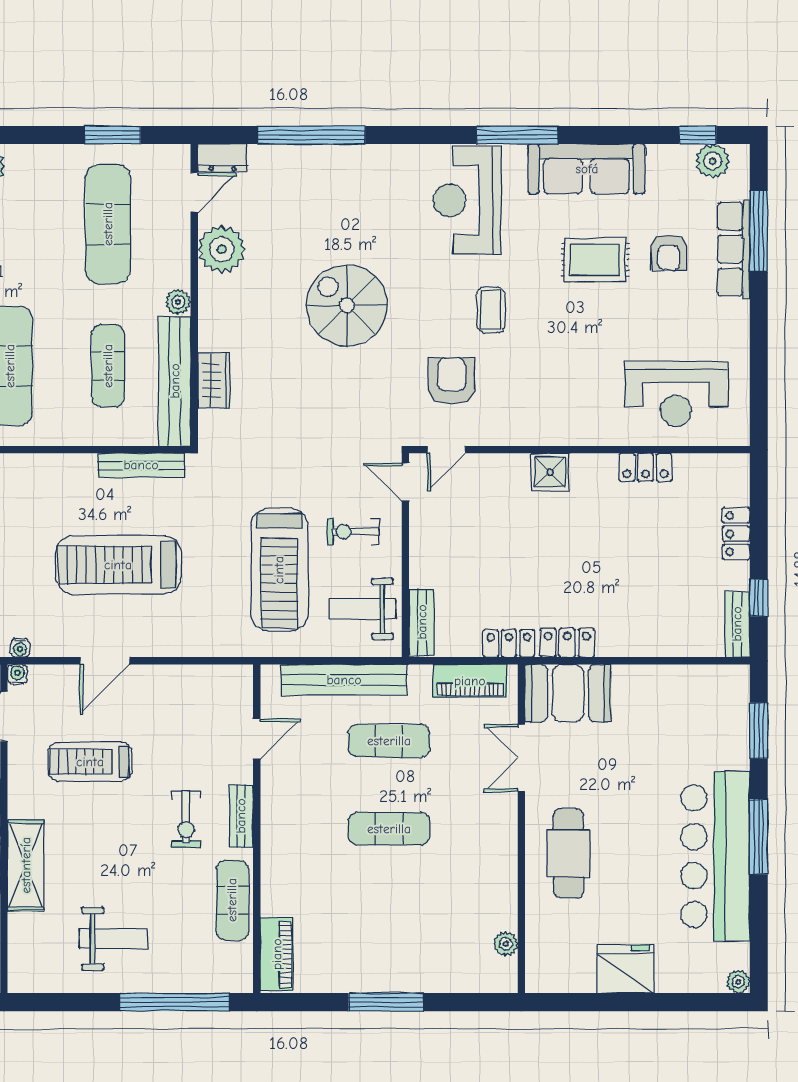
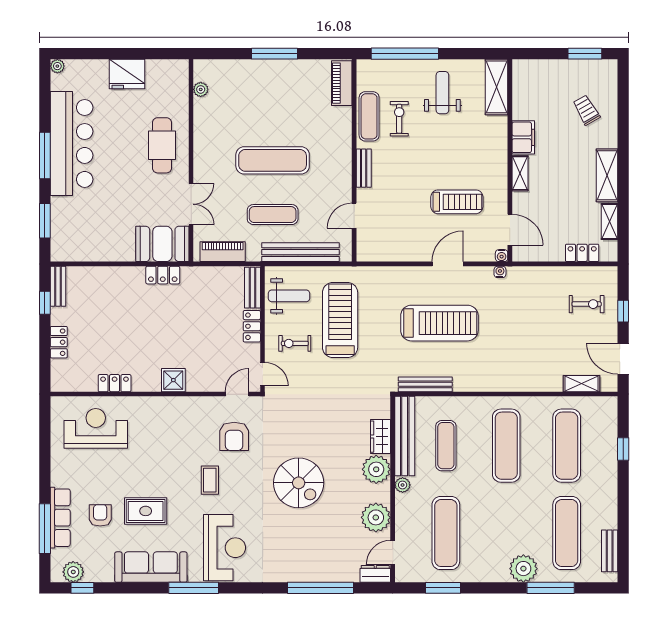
plant: (221, 327) -> (376, 469), added
exercise bike: (353, 532) -> (295, 343), turned 180
locker: (509, 643) -> (252, 326), moved, turned 90
exercise bike: (186, 819) -> (399, 119), moved
exercise mat: (389, 829) -> (273, 160), width x1.36, depth x1.45
shelving: (26, 865) -> (497, 87), moved
weight bench: (113, 939) -> (442, 93), turned 90

